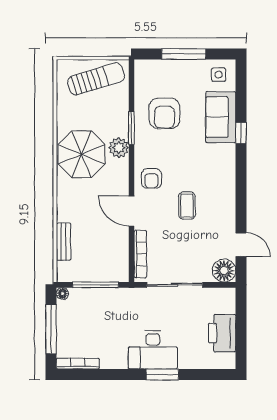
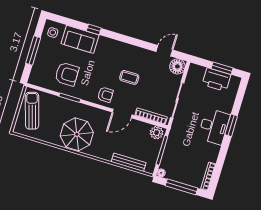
plant: (119, 148) -> (157, 133), moved
bench: (64, 242) -> (129, 162), width x1.36
window: (241, 336) -> (222, 68), added

